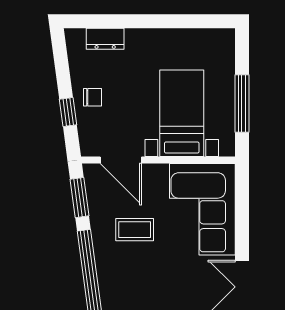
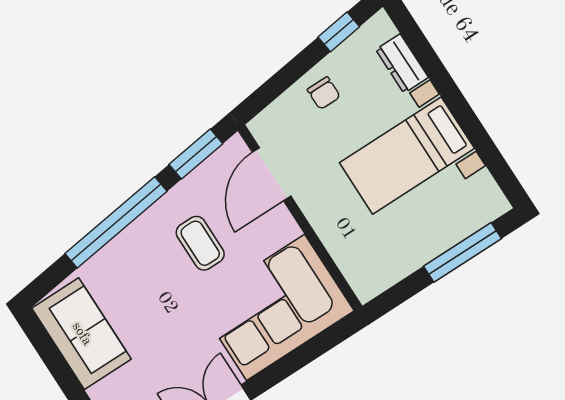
window: (242, 103) -> (463, 252), moved
window: (68, 112) -> (339, 32), moved
bed with nightstands: (182, 113) -> (407, 156), moved, turned 180

